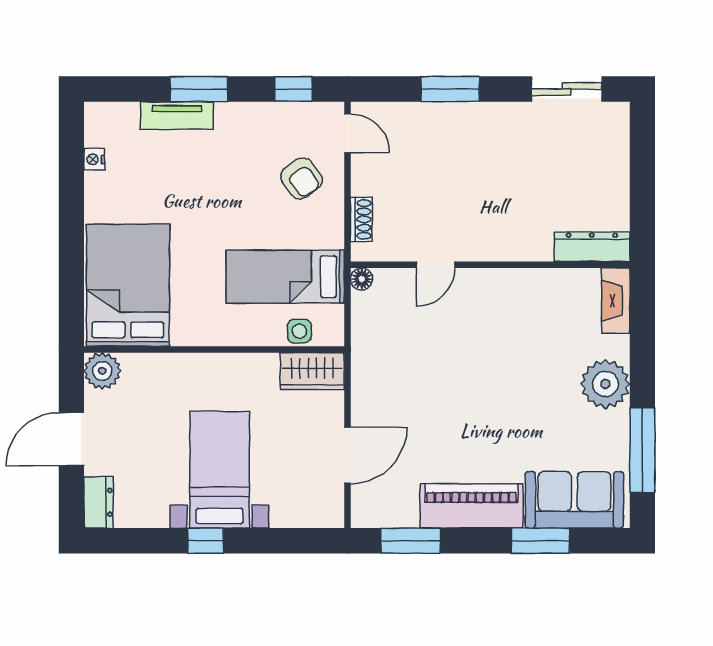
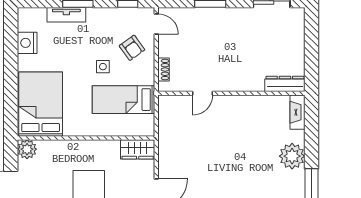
nightstand: (94, 159) -> (27, 43), width x1.89, depth x1.79
floor lamp: (362, 279) -> (164, 101), removed
side table: (299, 331) -> (103, 67), moved

